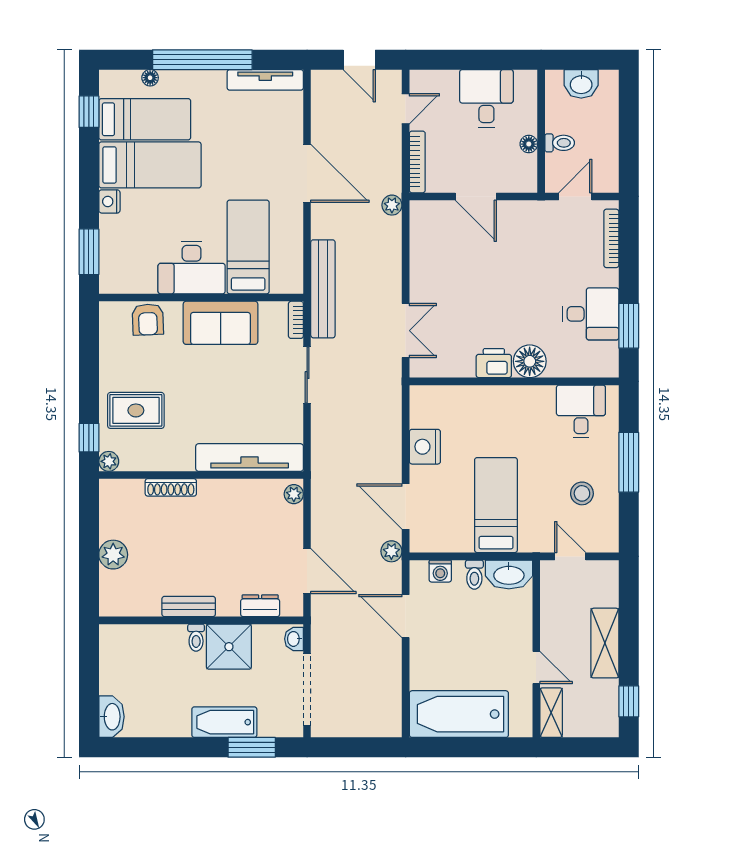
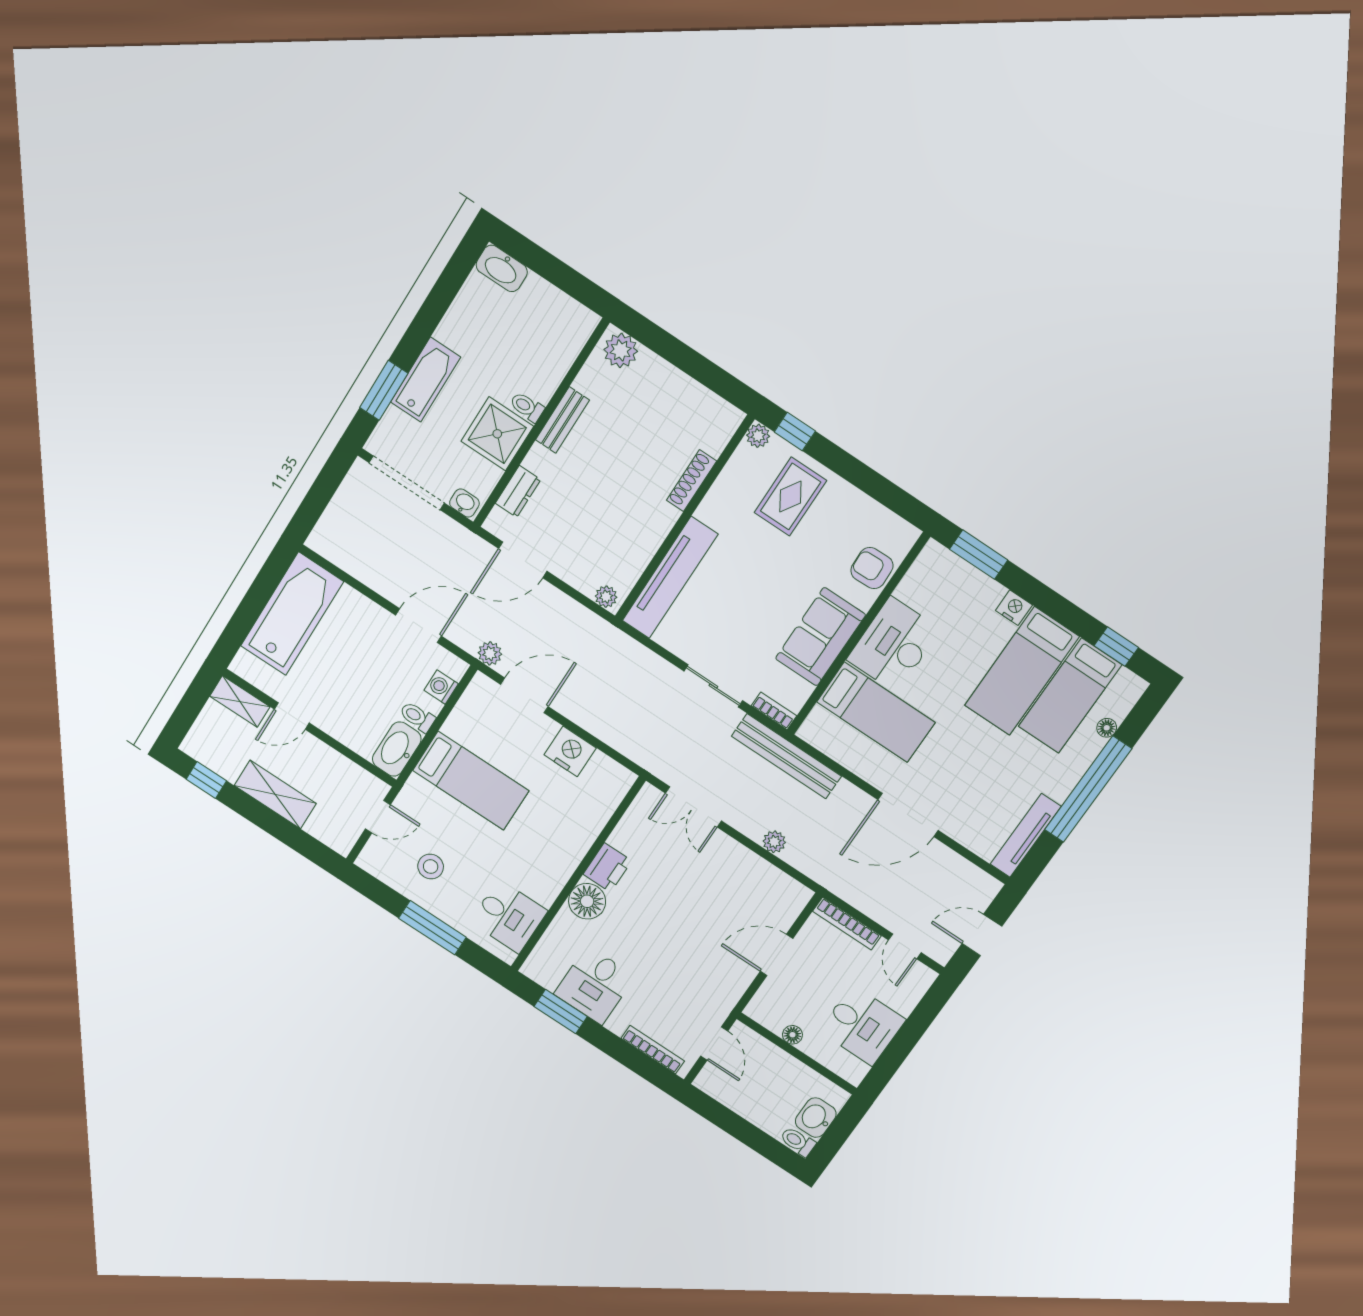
toilet: (560, 143) -> (798, 1142), moved, turned 90
plant: (392, 205) -> (774, 842), moved
plant: (113, 555) -> (621, 350), moved

